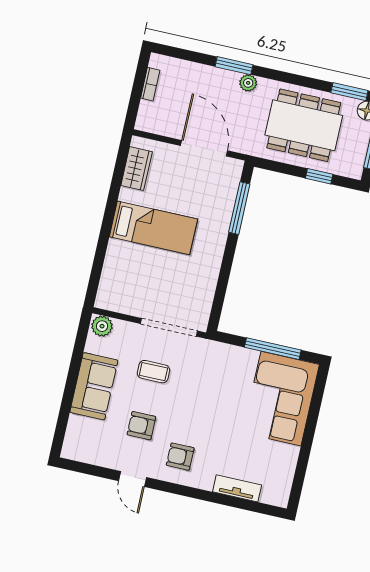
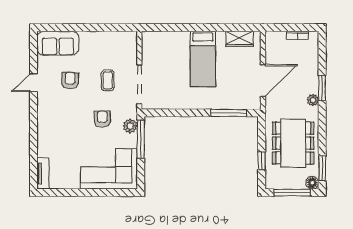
plant: (102, 326) -> (130, 126), moved
window: (273, 349) -> (141, 139), moved
sofa: (94, 386) -> (58, 43), moved
armchair: (180, 457) -> (102, 119), moved
tv unit: (237, 488) -> (43, 173), moved

